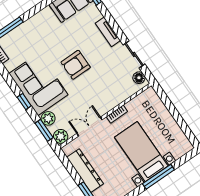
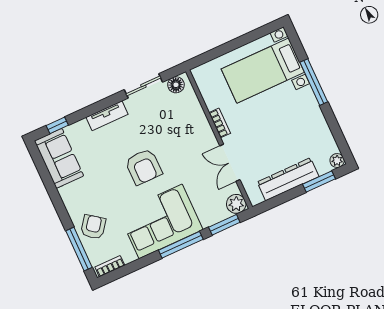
armchair: (26, 36) -> (93, 227), added
window: (24, 102) -> (181, 245), width x2.17
plant: (48, 118) -> (209, 217), removed
bed with nightstands: (141, 152) -> (263, 71), moved

